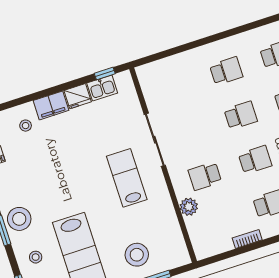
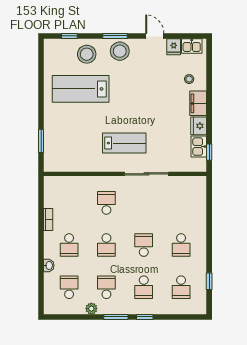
window: (258, 24) -> (209, 281), added
school desk: (241, 115) -> (144, 245), turned 180
plant: (189, 207) -> (87, 183), removed
stool: (137, 255) -> (63, 132), removed
stool: (36, 257) -> (87, 54), width x1.89, depth x1.89

